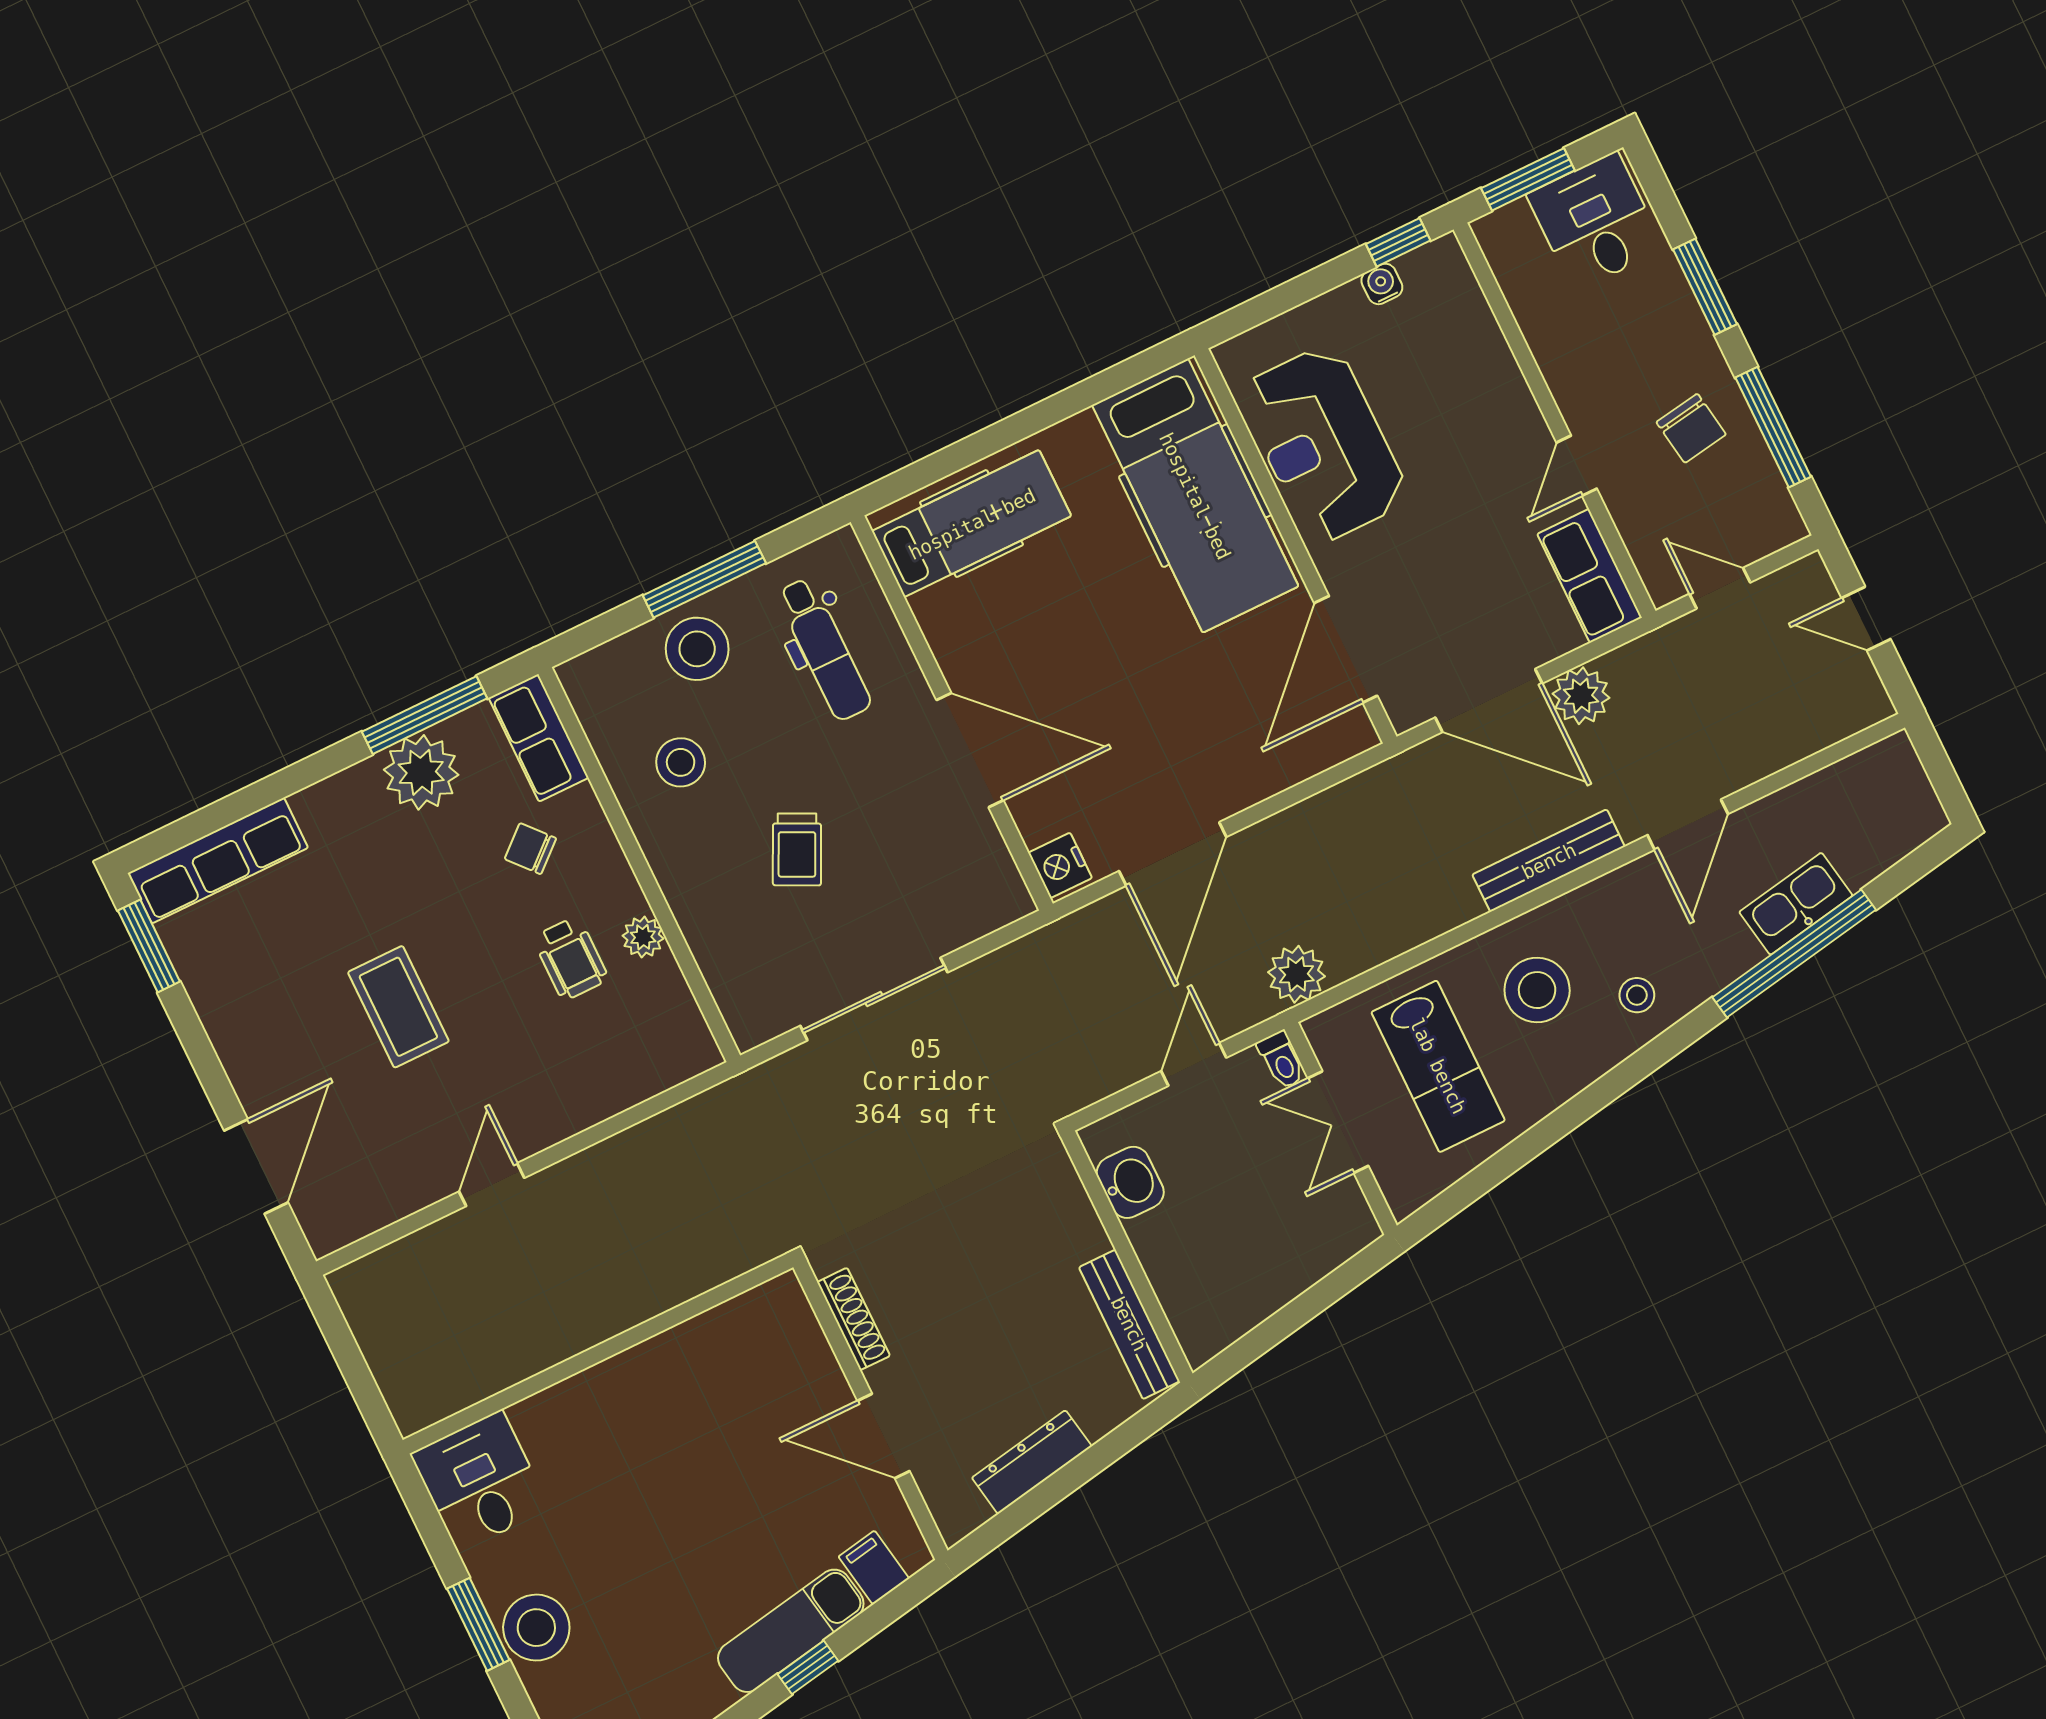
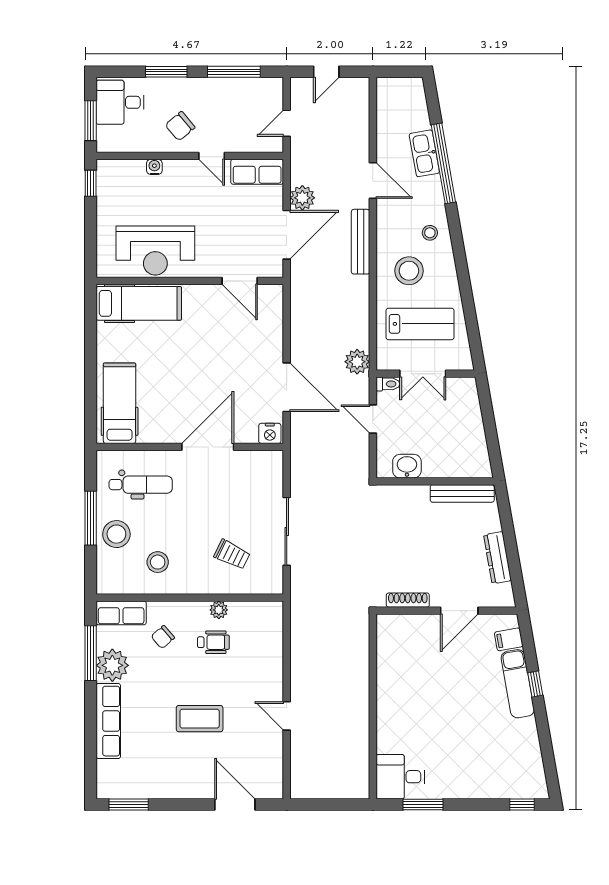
water cooler: (1382, 284) -> (154, 167), moved, turned 90
chair: (1691, 428) -> (180, 126), moved, turned 149
hospital bed: (1195, 496) -> (139, 303), width x0.73, depth x0.78
door: (1346, 649) -> (240, 281), width x0.73
trolley: (797, 849) -> (232, 554), moved
row of seats: (218, 860) -> (108, 721), moved
window: (478, 1624) -> (423, 804), moved
stool: (536, 1628) -> (468, 782), removed

